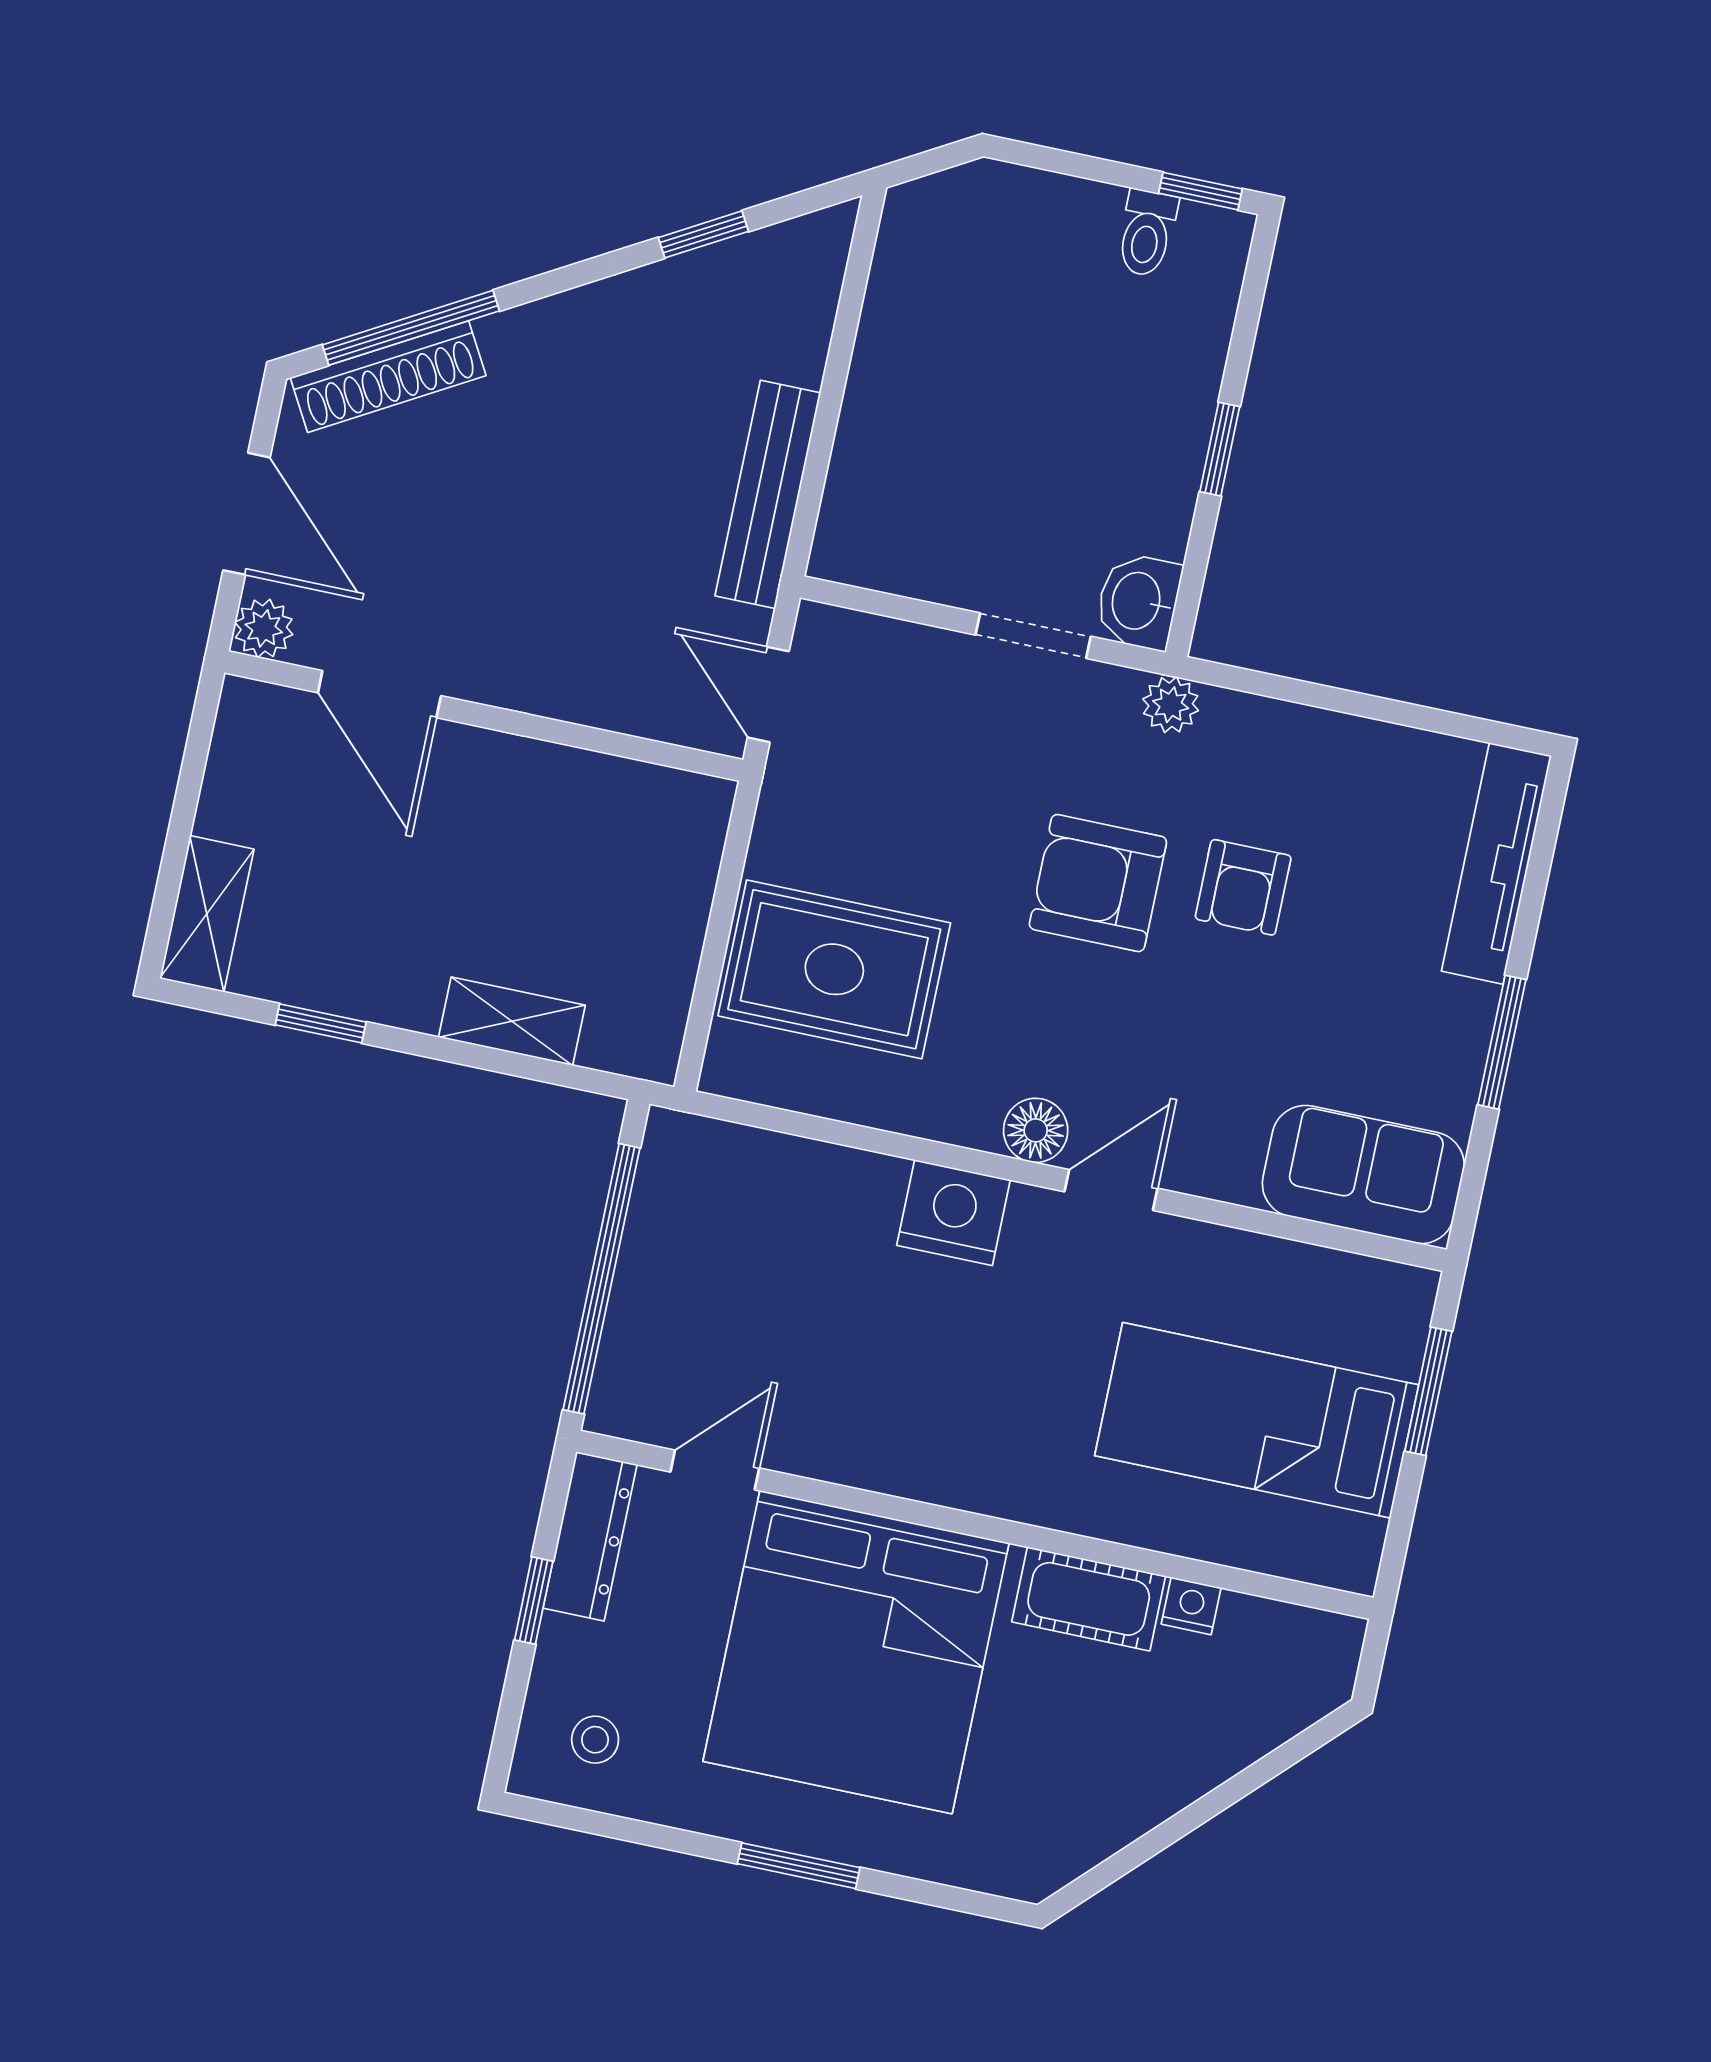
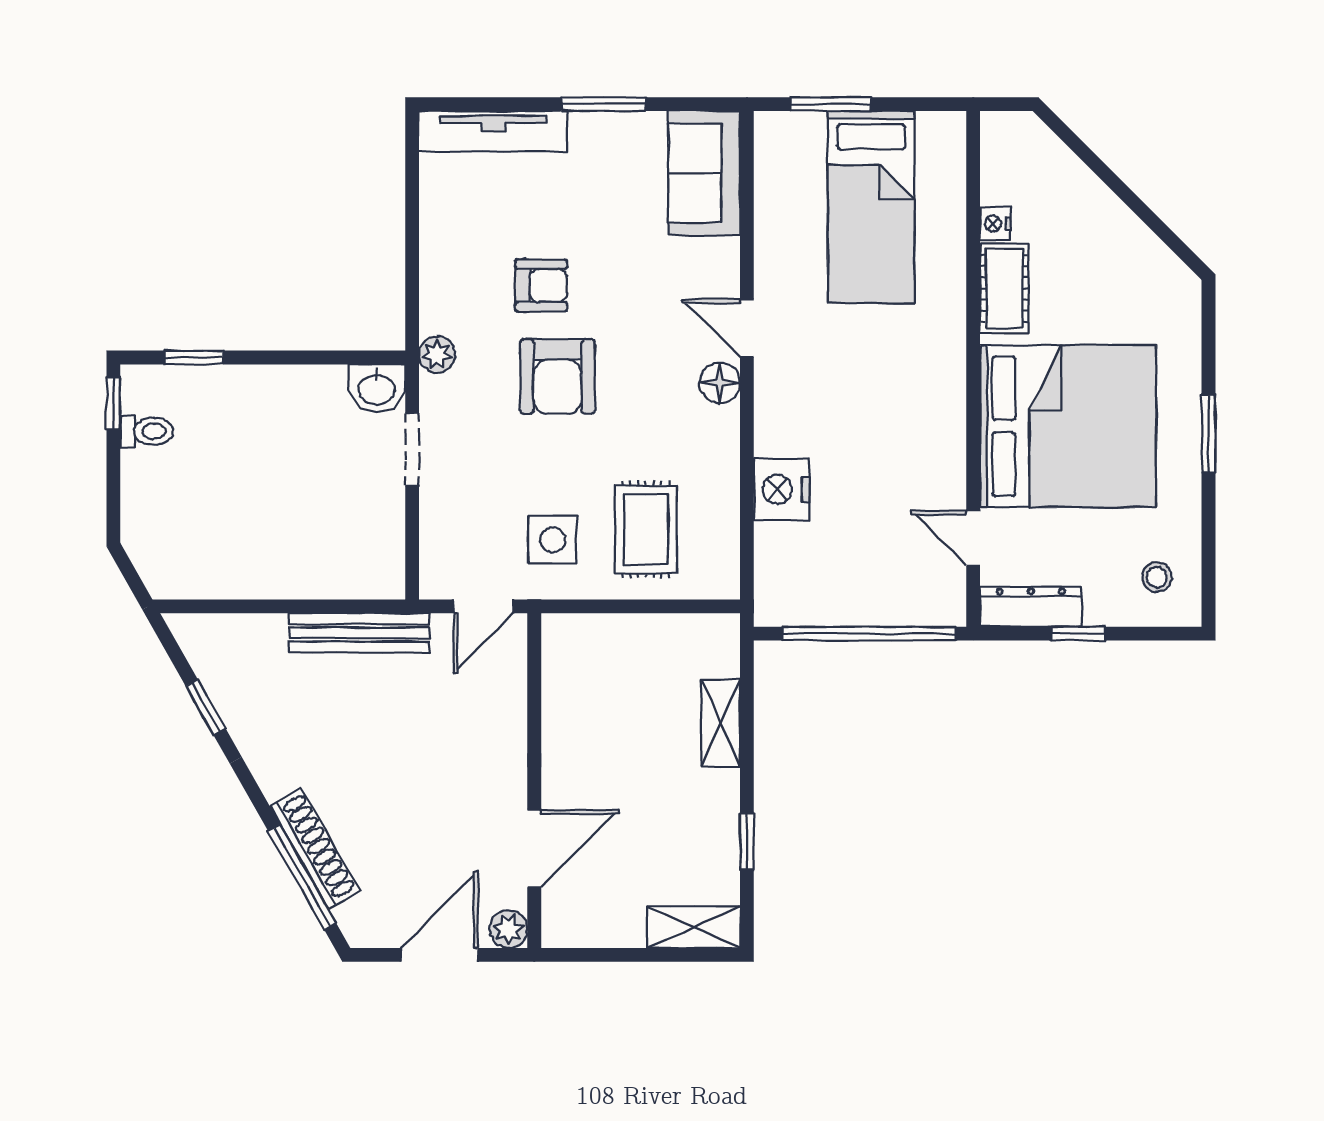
shoe rack: (388, 377) -> (315, 848), moved
window: (1220, 449) -> (194, 358), moved
side table: (848, 823) -> (553, 540), added
rug: (834, 969) -> (646, 529), width x0.73, depth x0.70
nightstand: (953, 1213) -> (782, 489), moved

